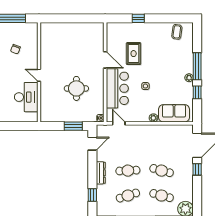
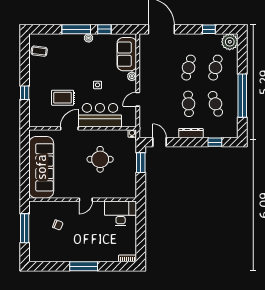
sofa: (69, 34) -> (41, 167), added
desk: (26, 97) -> (121, 213), moved
door: (119, 123) -> (138, 99), moved
window: (197, 169) -> (209, 29), moved

